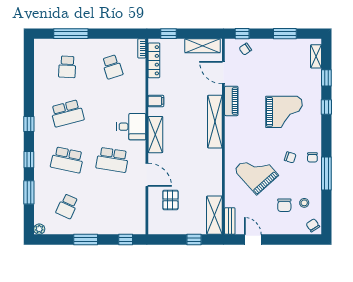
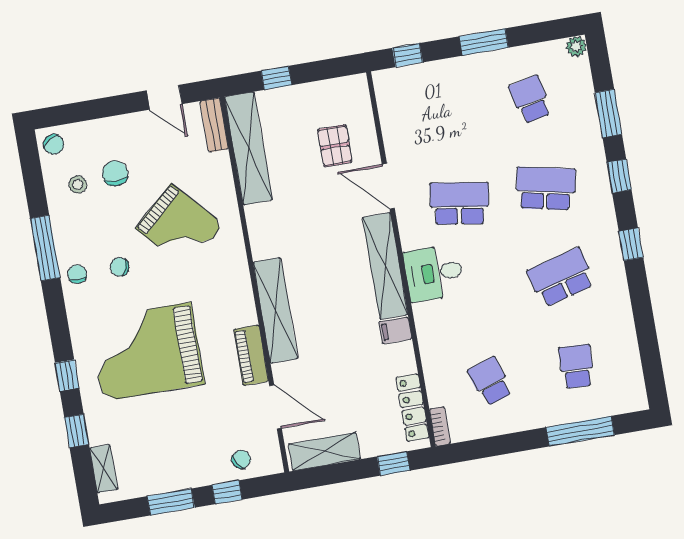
window: (242, 34) -> (227, 492), moved
grand piano: (284, 112) -> (147, 352), width x1.37, depth x1.48
shelving: (155, 135) -> (385, 266), width x1.47
school desk: (67, 206) -> (530, 99), turned -36
shelving: (214, 215) -> (248, 148), width x1.47

